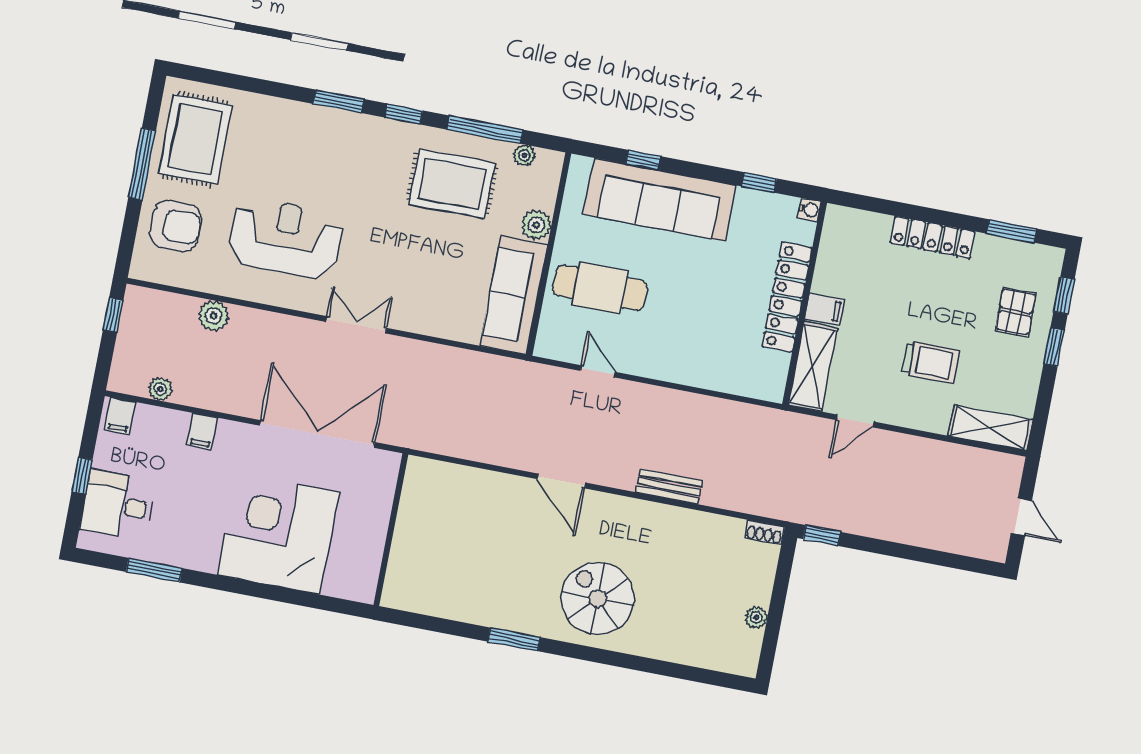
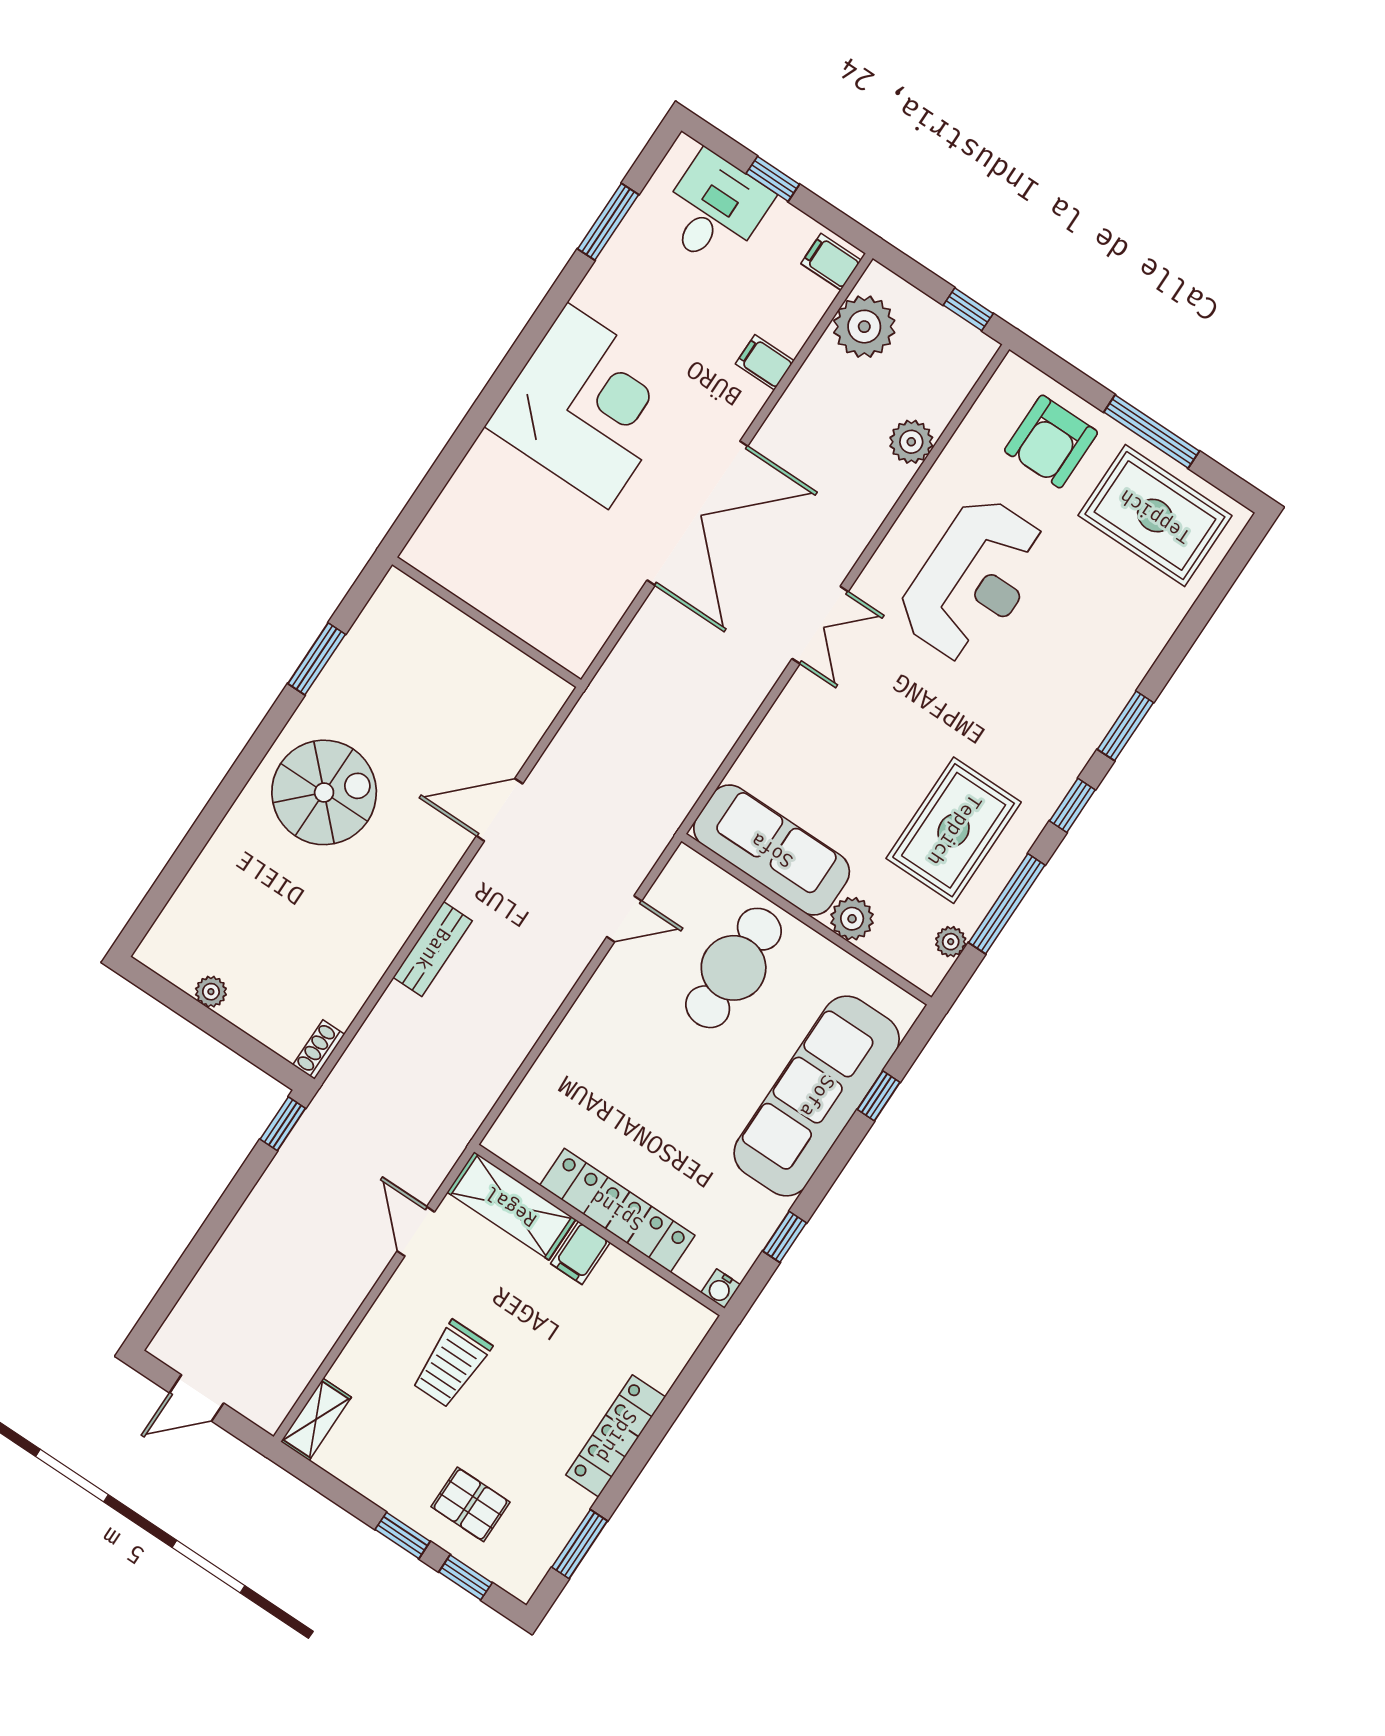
plant: (160, 389) -> (864, 327), width x1.87, depth x1.87
shelving: (991, 428) -> (316, 1419), width x0.67, depth x0.75
wall: (391, 530) -> (487, 622), moved

